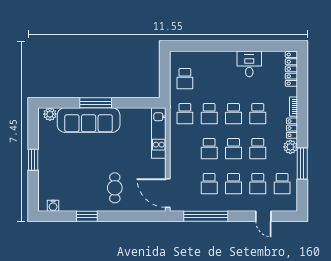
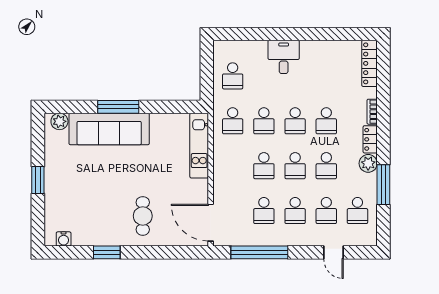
desk: (249, 64) -> (284, 57), moved

